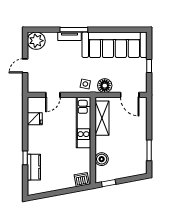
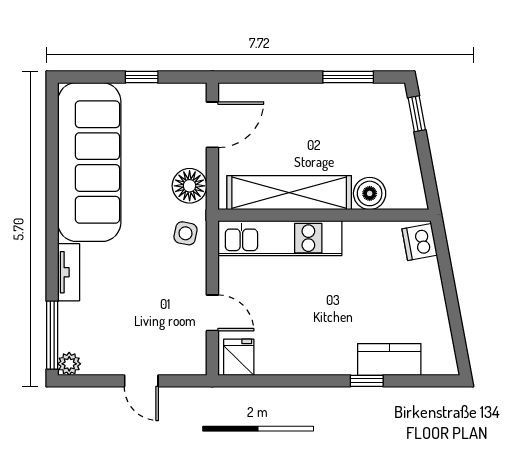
window: (74, 30) -> (52, 335), moved
plant: (36, 41) -> (69, 364), width x0.53, depth x0.53
shelving: (102, 118) -> (289, 193), width x1.47
fridge: (35, 119) -> (239, 357), moved
window: (109, 183) -> (417, 114), moved

